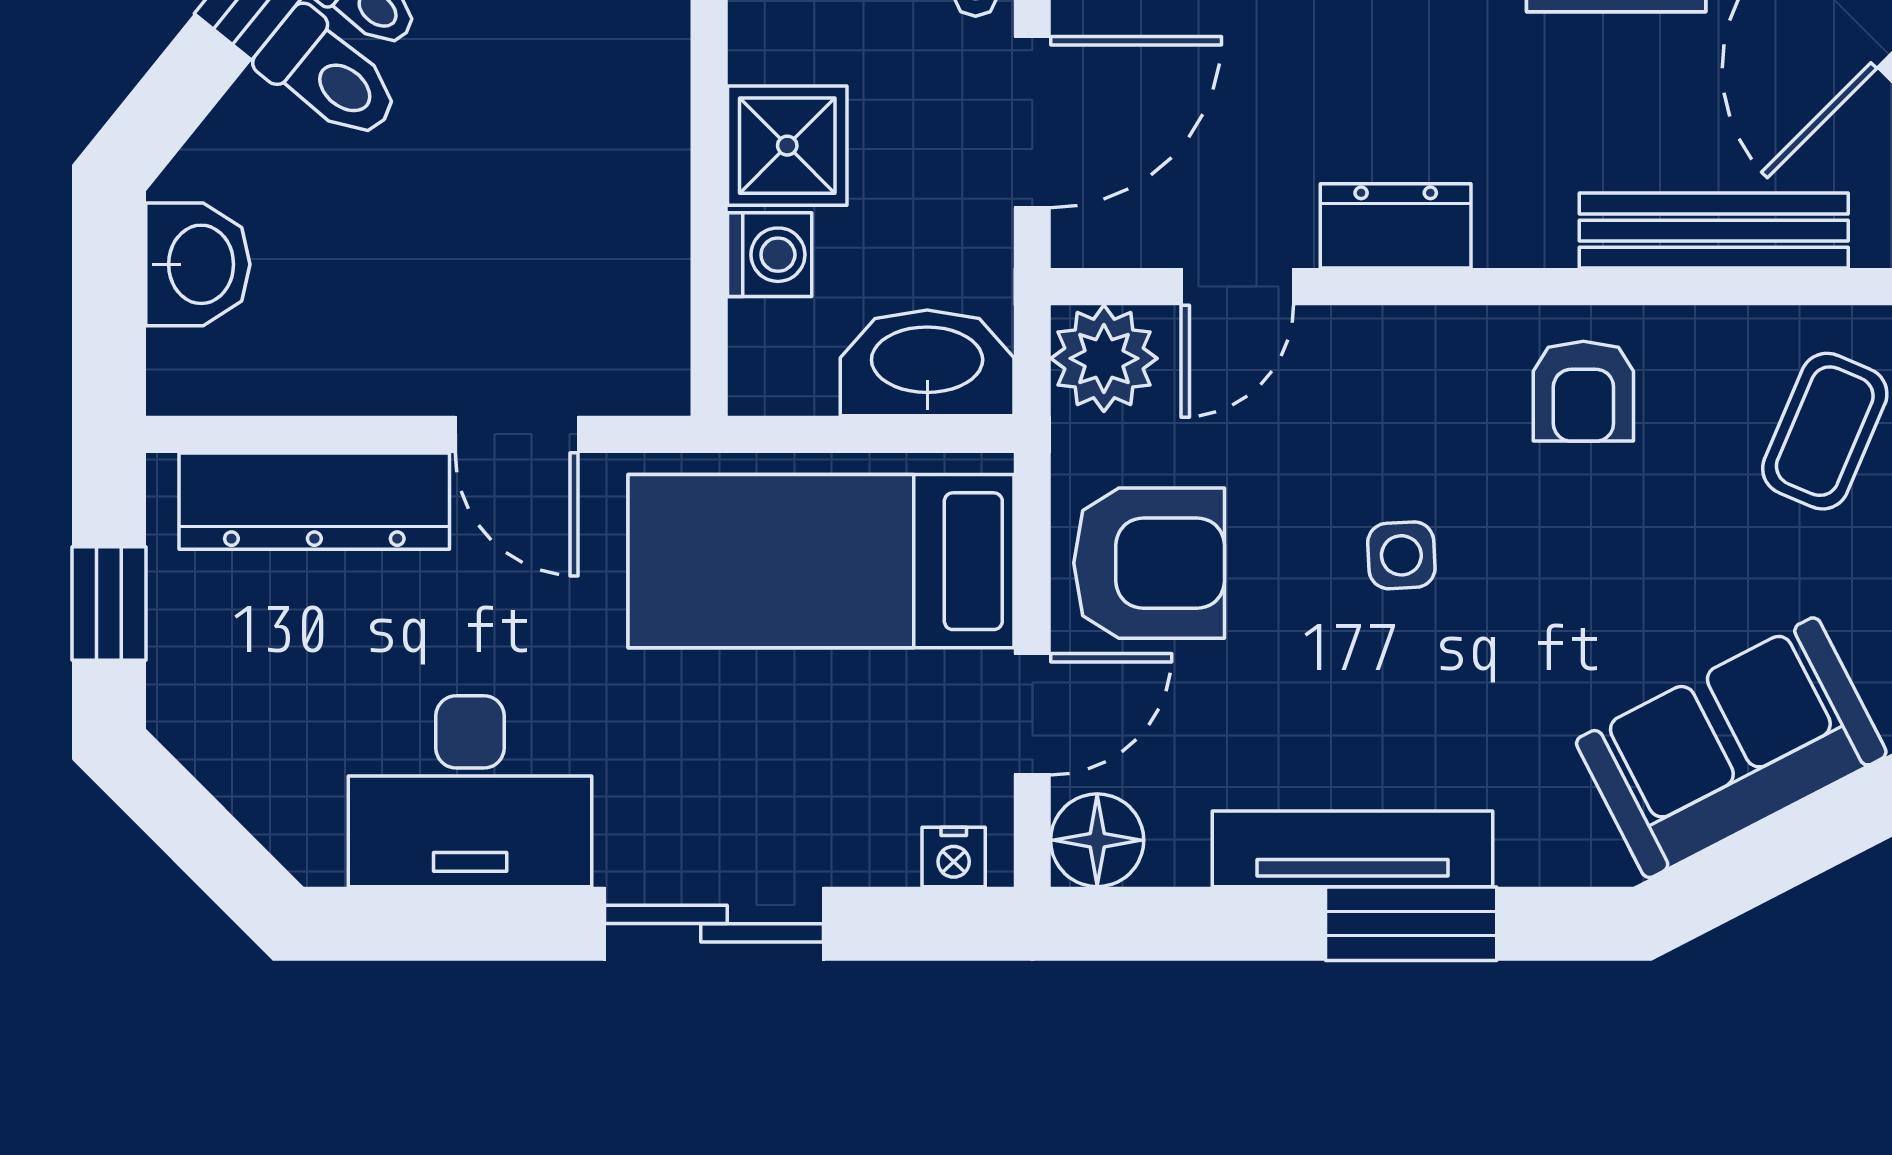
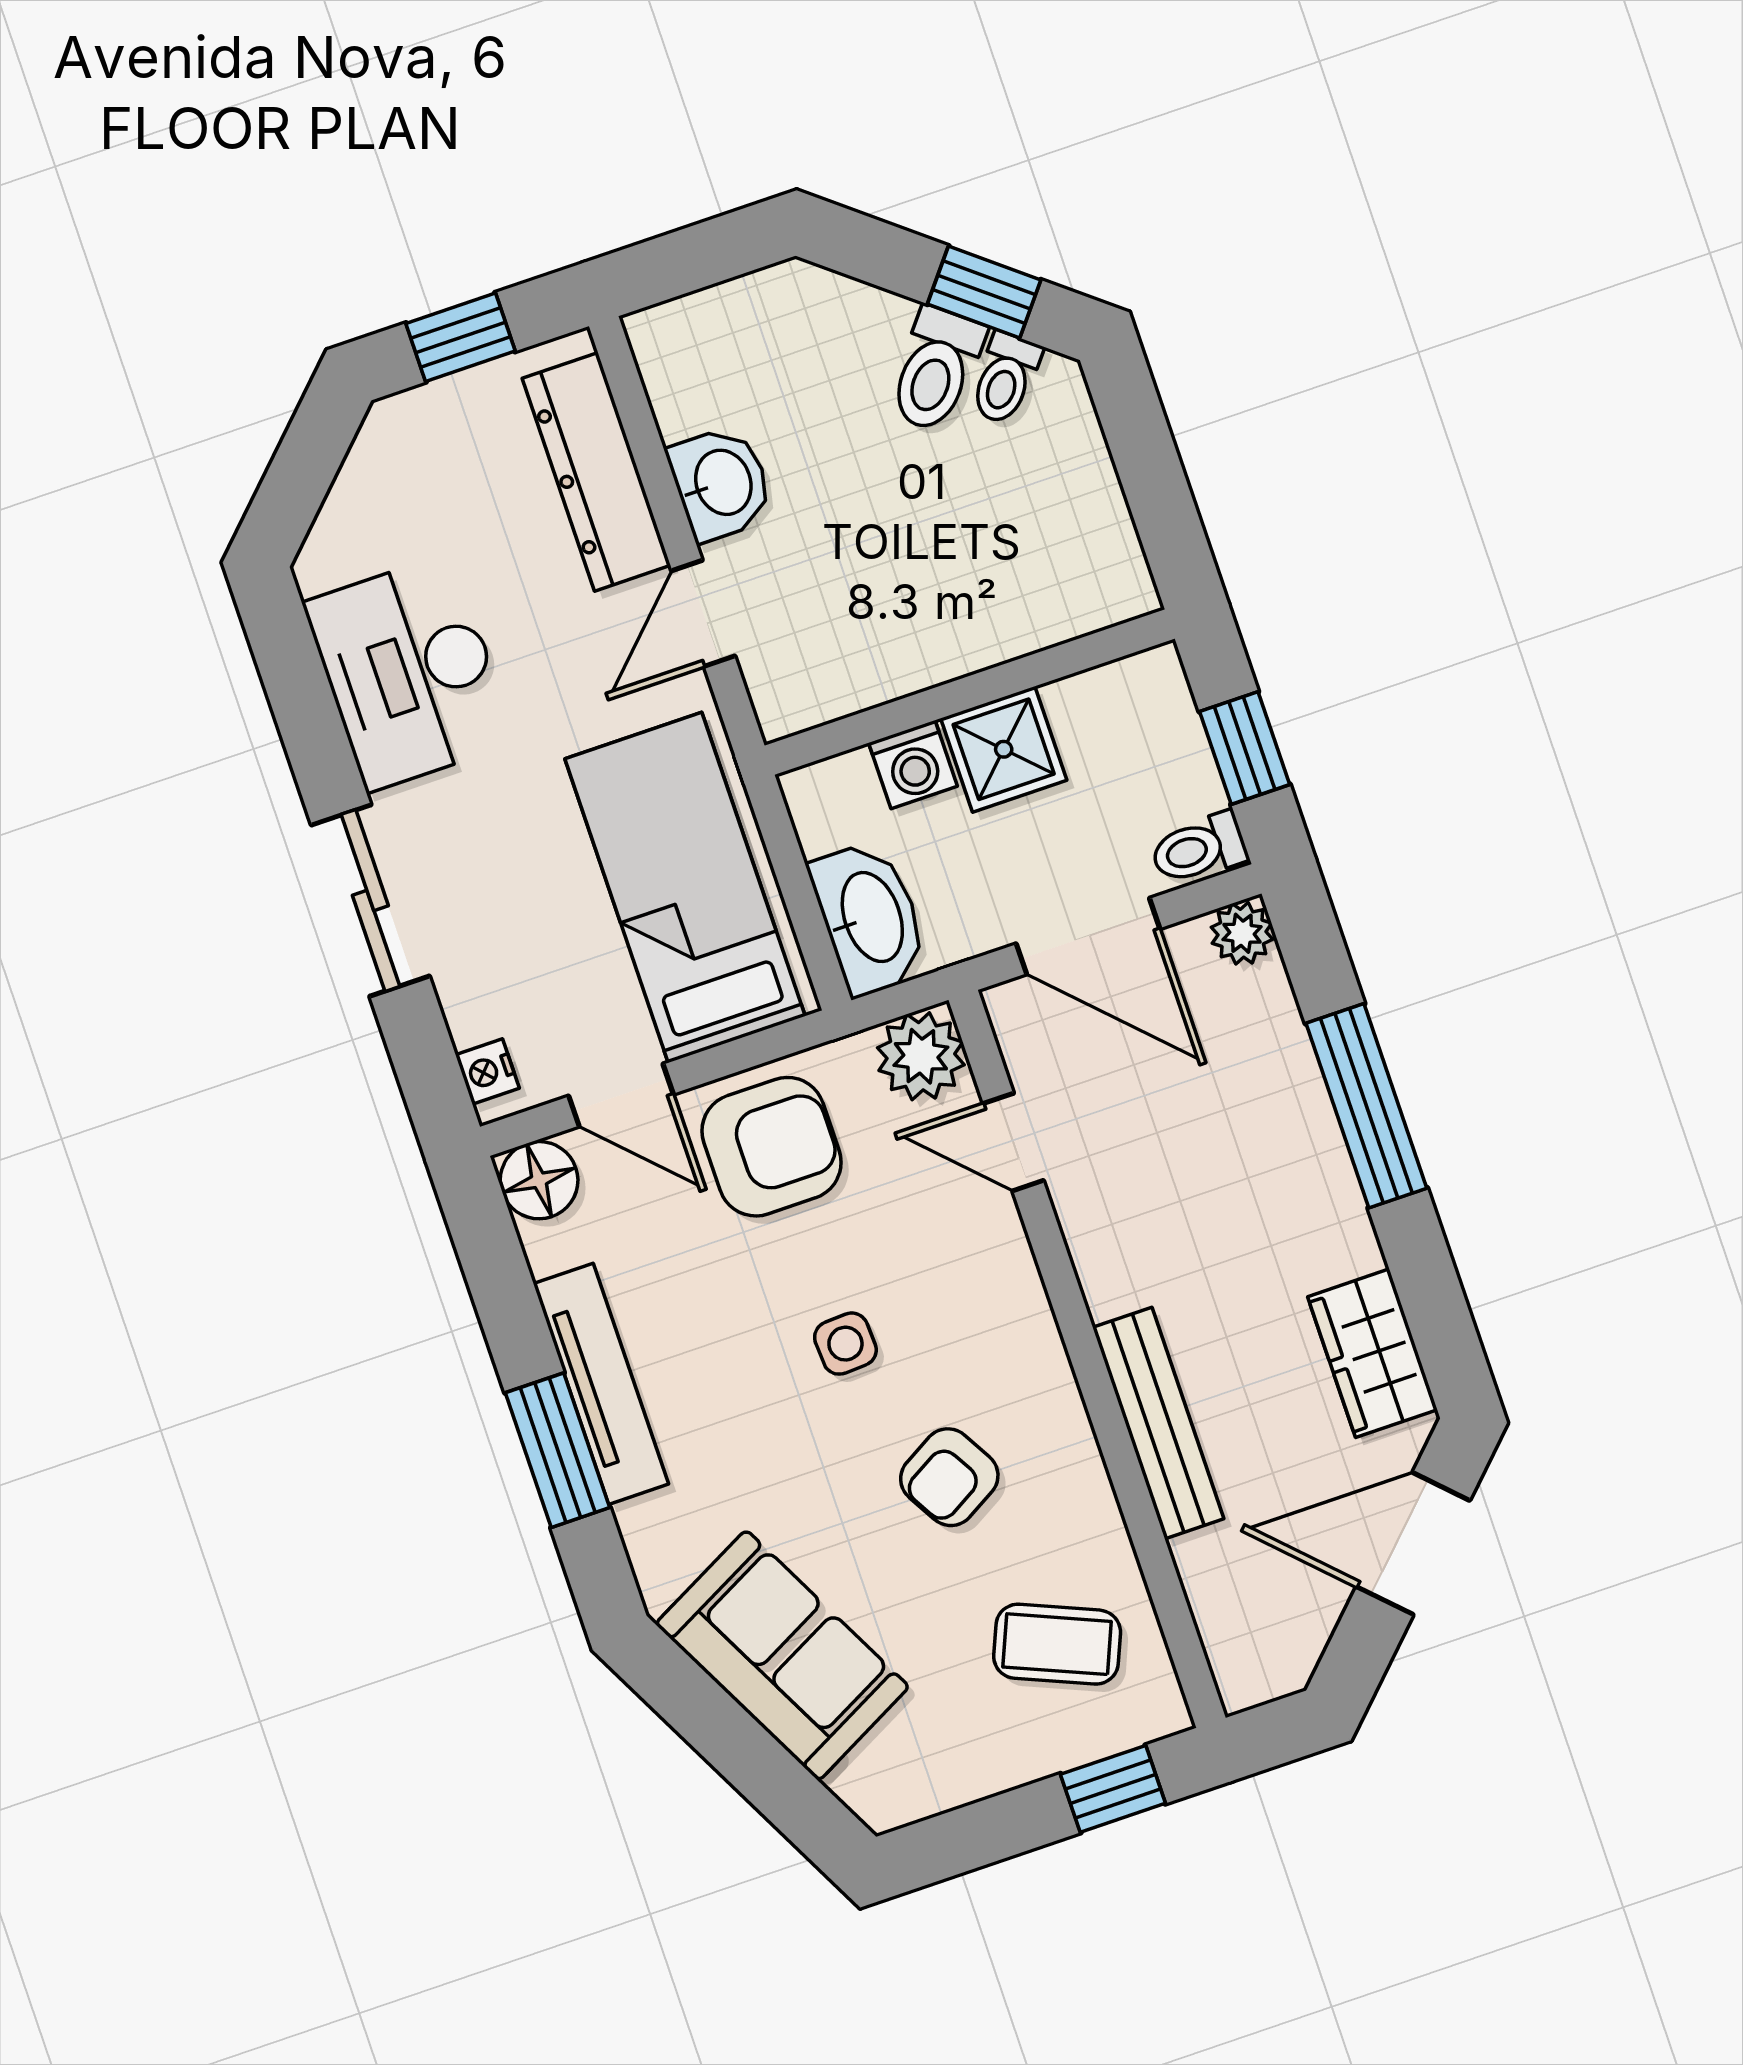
dresser: (1396, 226) -> (1104, 1251), removed
bench: (1714, 231) -> (1158, 1423), moved
washbasin: (198, 264) -> (721, 483), moved, turned -90
armchair: (1583, 391) -> (949, 1477), moved, turned -30
armchair: (1149, 563) -> (772, 1147), turned -90

